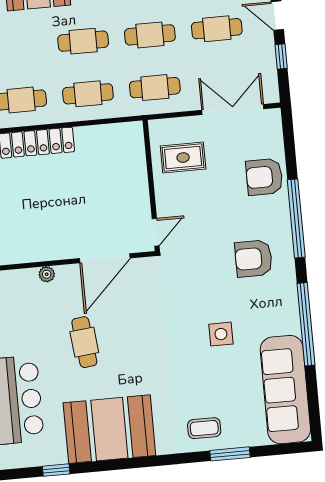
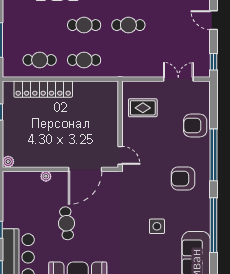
cafe table: (217, 29) -> (173, 25), removed
window: (281, 57) -> (214, 62), moved
cafe table: (155, 88) -> (128, 60), removed
double door: (233, 109) -> (178, 79), width x0.73
door: (156, 232) -> (120, 155), hinge flipped

